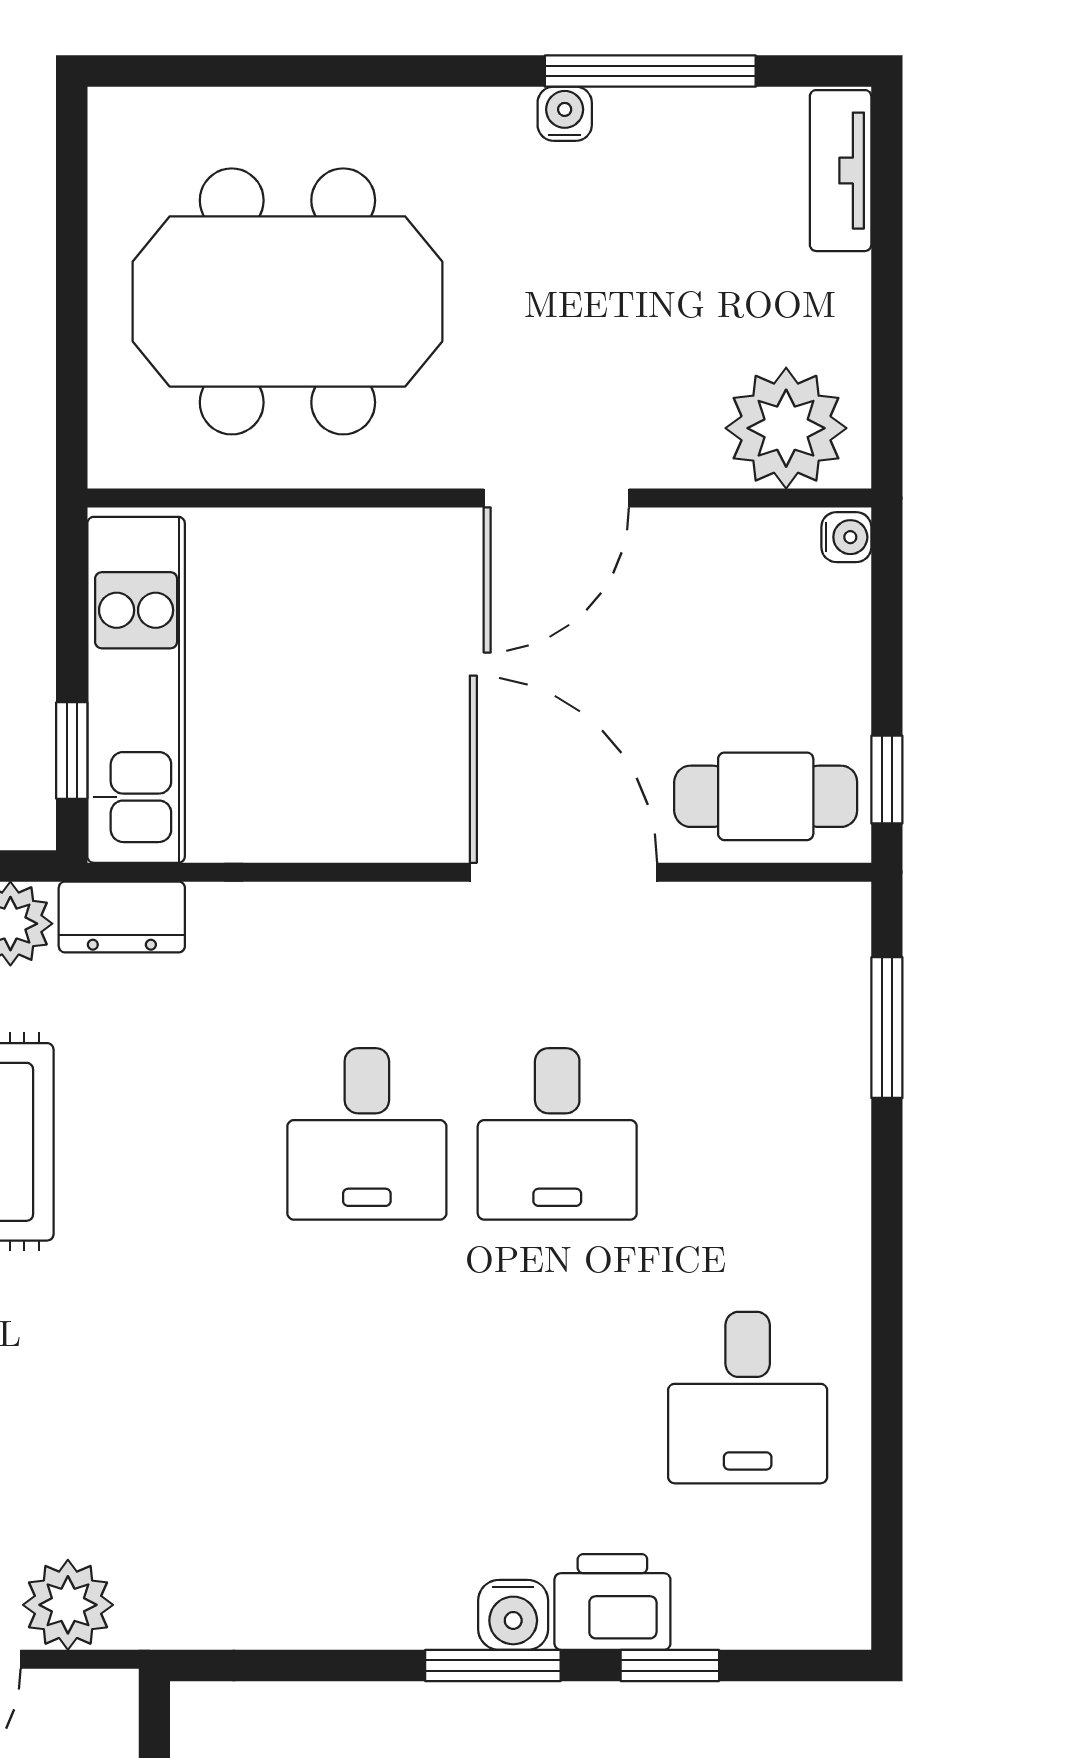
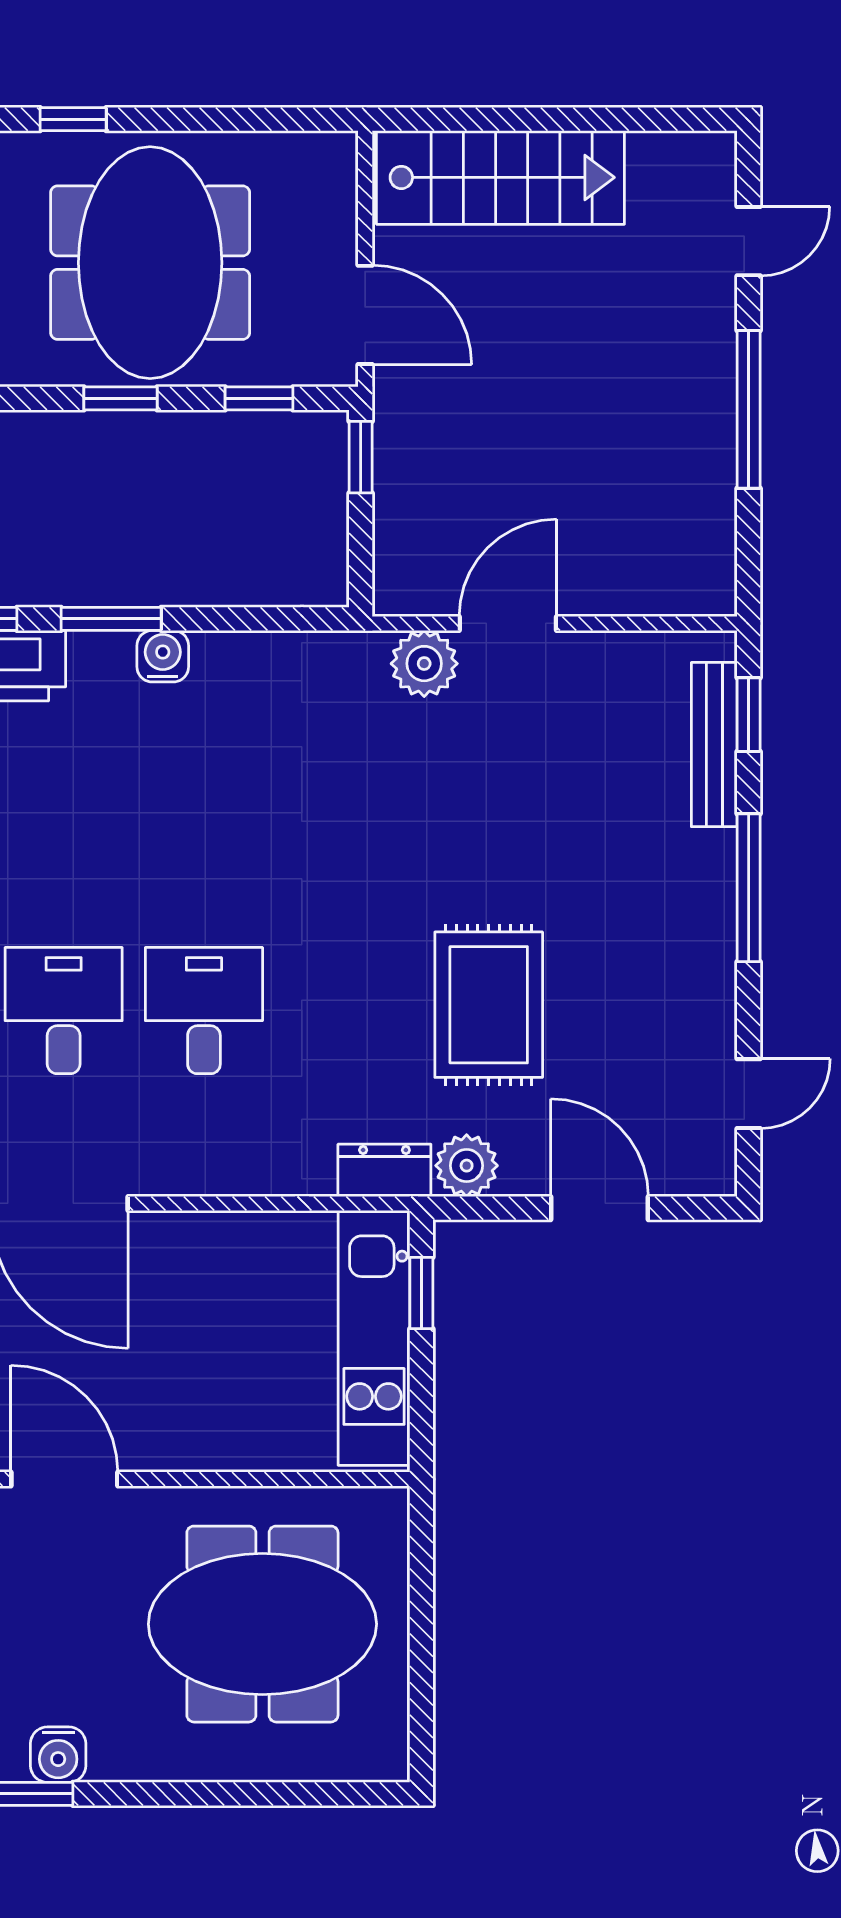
water cooler: (565, 114) -> (58, 1755), width x1.38, depth x1.38
door: (556, 498) -> (64, 1479), hinge flipped
water cooler: (513, 1615) -> (163, 656), moved

